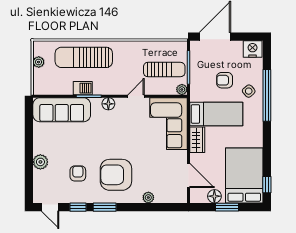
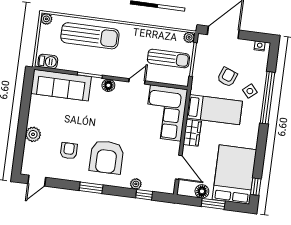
nightstand: (253, 49) -> (260, 46), width x0.53, depth x0.56
sun lounger: (84, 57) -> (90, 36), turned 180
plant: (39, 62) -> (46, 19), moved
armchair: (225, 80) -> (227, 77), turned 111
barbecue: (83, 88) -> (48, 61), moved
plant: (182, 89) -> (189, 37), moved
armchair: (116, 175) -> (107, 157), turned -90
door: (50, 207) -> (37, 181), hinge flipped
window: (78, 207) -> (144, 195), moved

